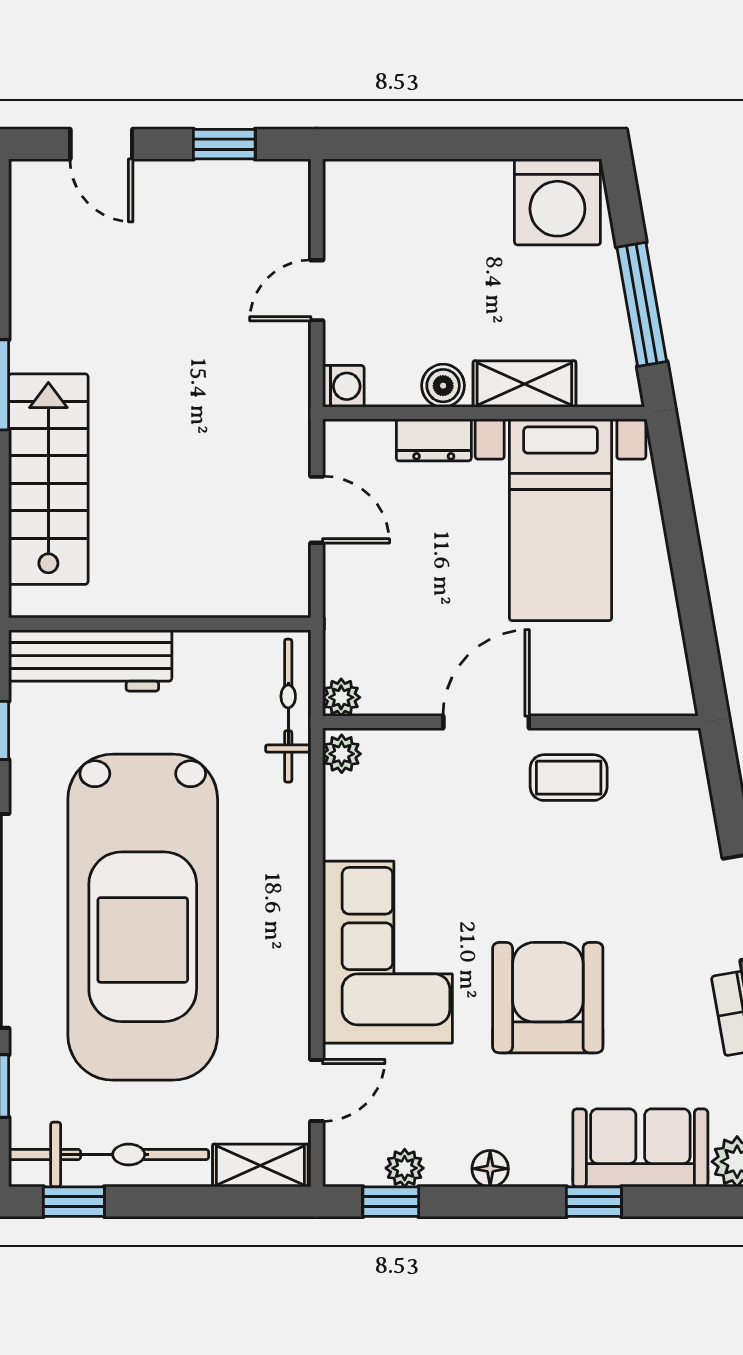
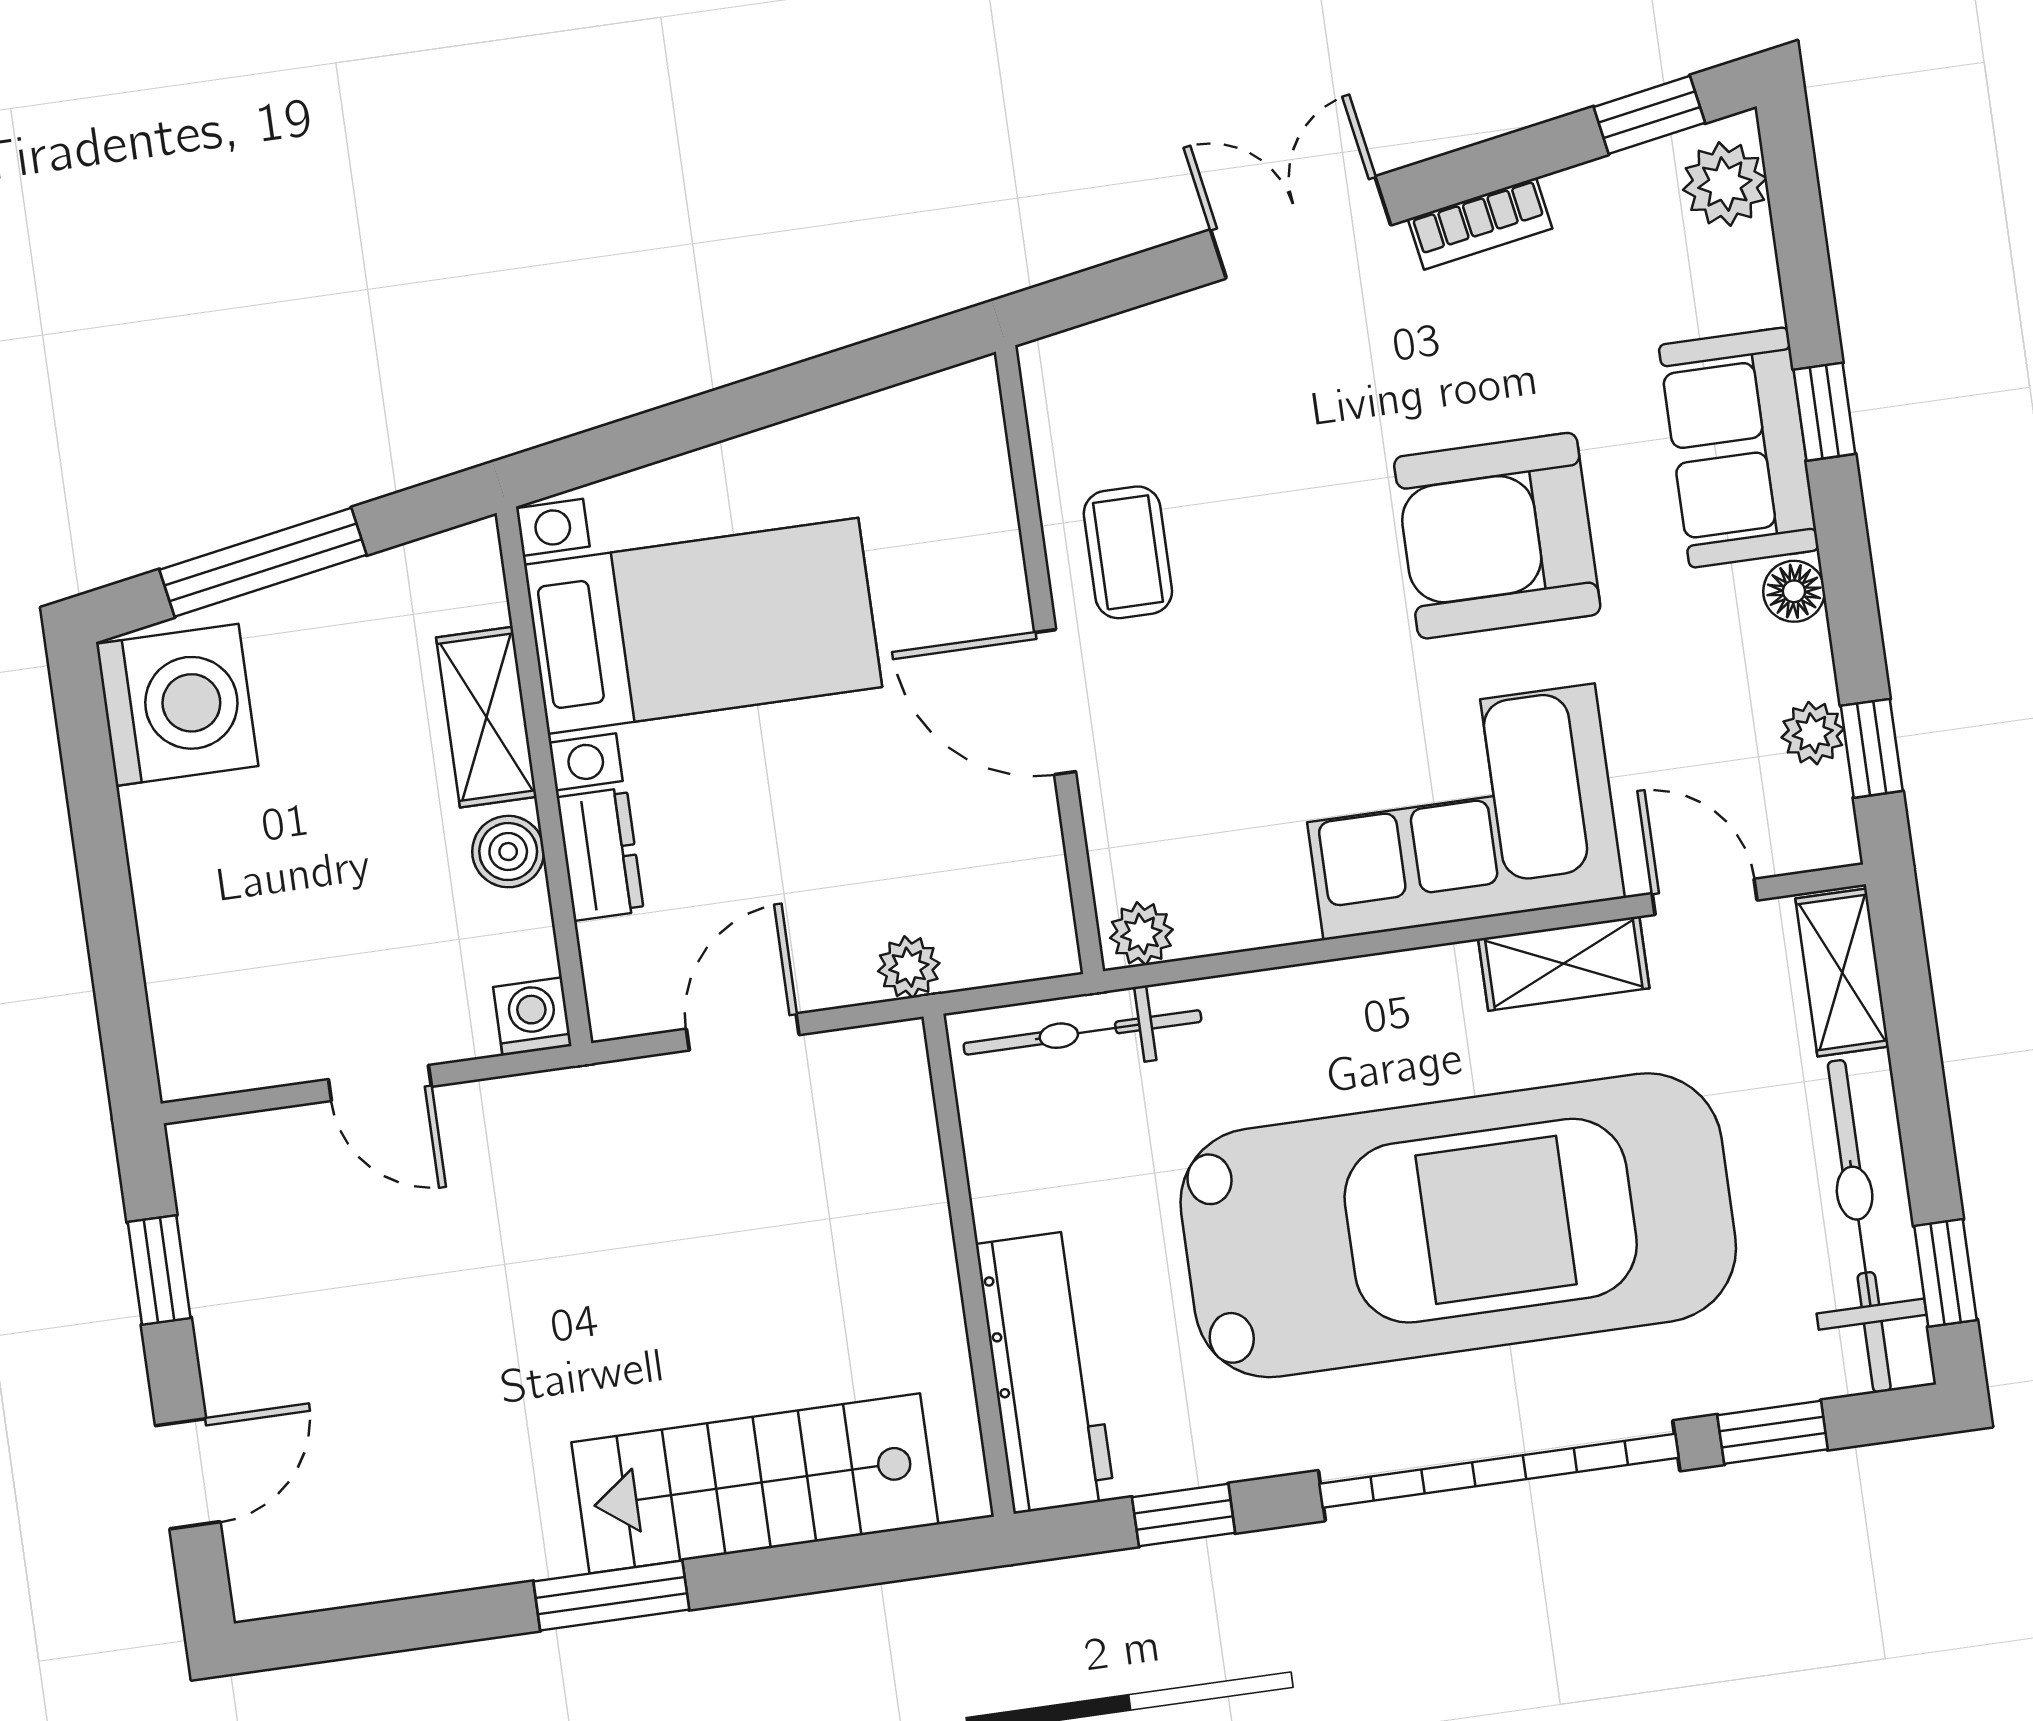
window: (642, 304) -> (263, 562), moved
plant: (341, 697) -> (909, 967), moved
shelving: (289, 1001) -> (1564, 963), added
sofa: (640, 1148) -> (1739, 448), moved

